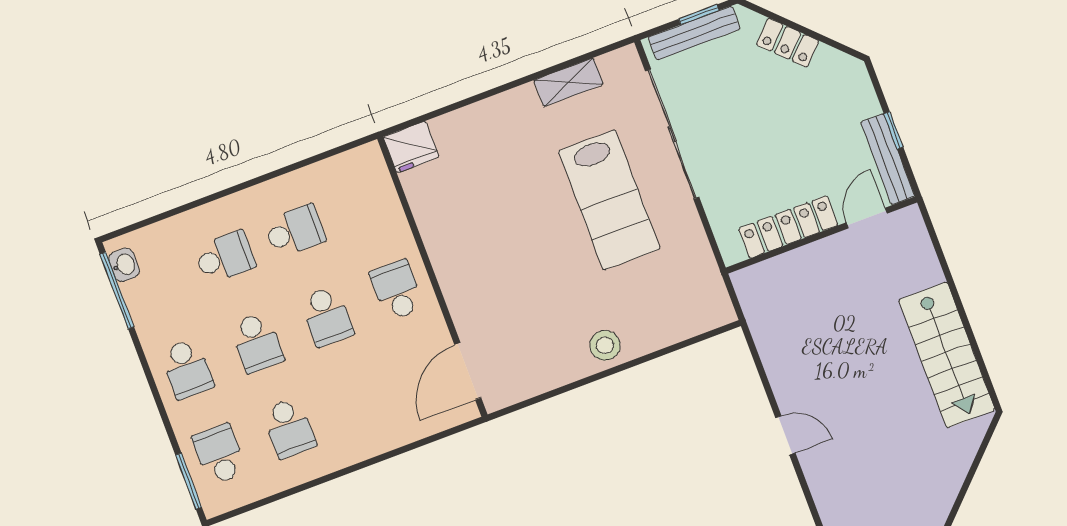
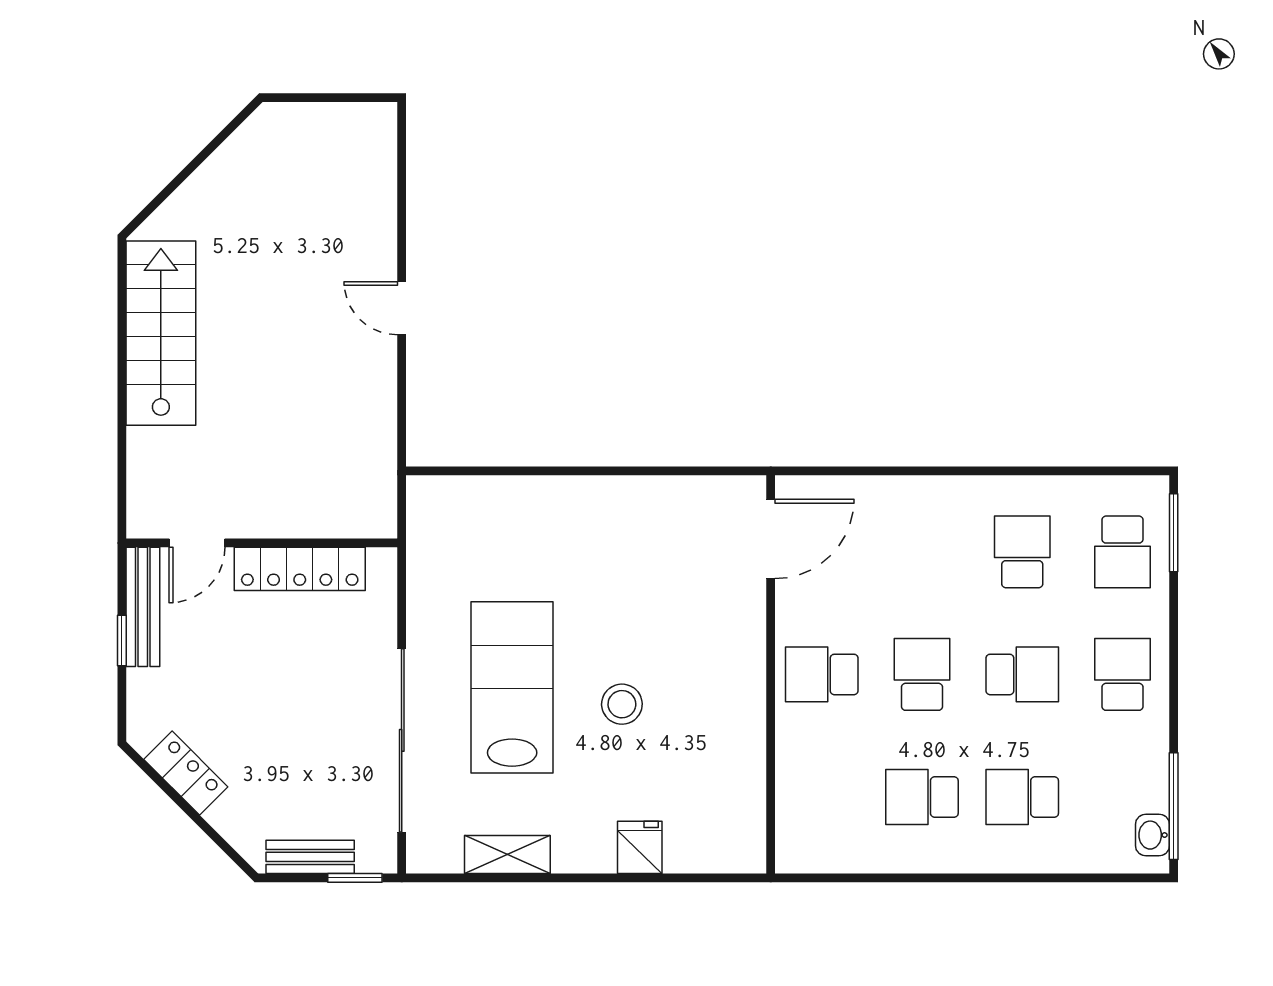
window: (699, 15) -> (355, 878), moved
bench: (694, 33) -> (310, 857), width x0.73
locker: (788, 43) -> (186, 773), moved
fridge: (411, 147) -> (640, 847), moved, width x0.72
school desk: (397, 290) -> (822, 674), turned 90
school desk: (257, 343) -> (1022, 674), turned 90
stool: (605, 345) -> (622, 704), moved

